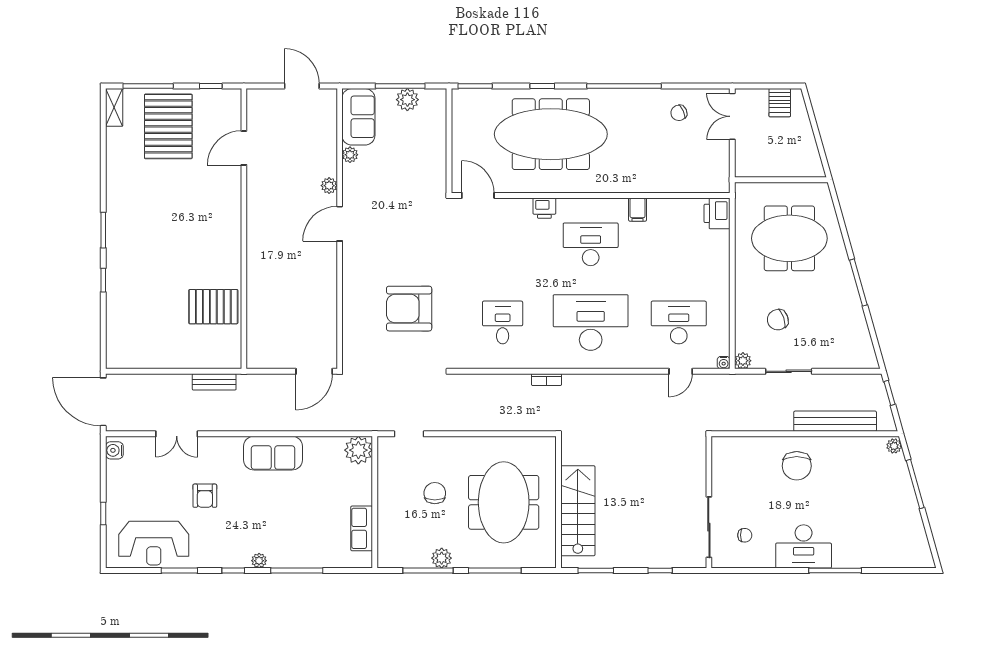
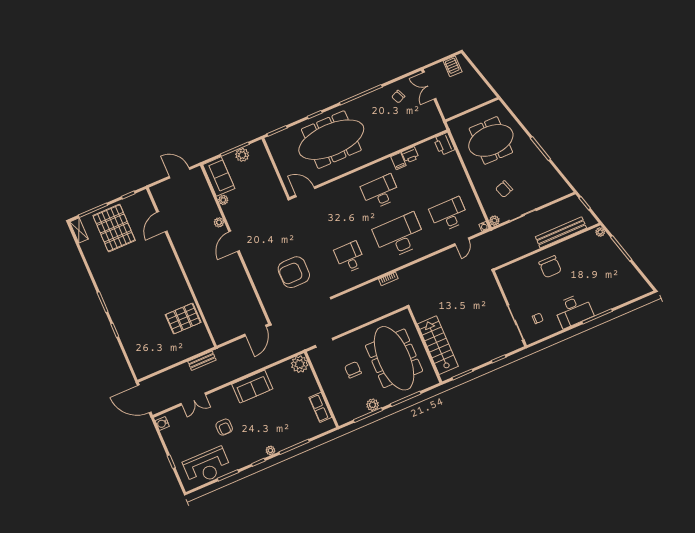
printer: (544, 208) -> (410, 155), moved
meeting table: (504, 502) -> (394, 358), width x1.36

